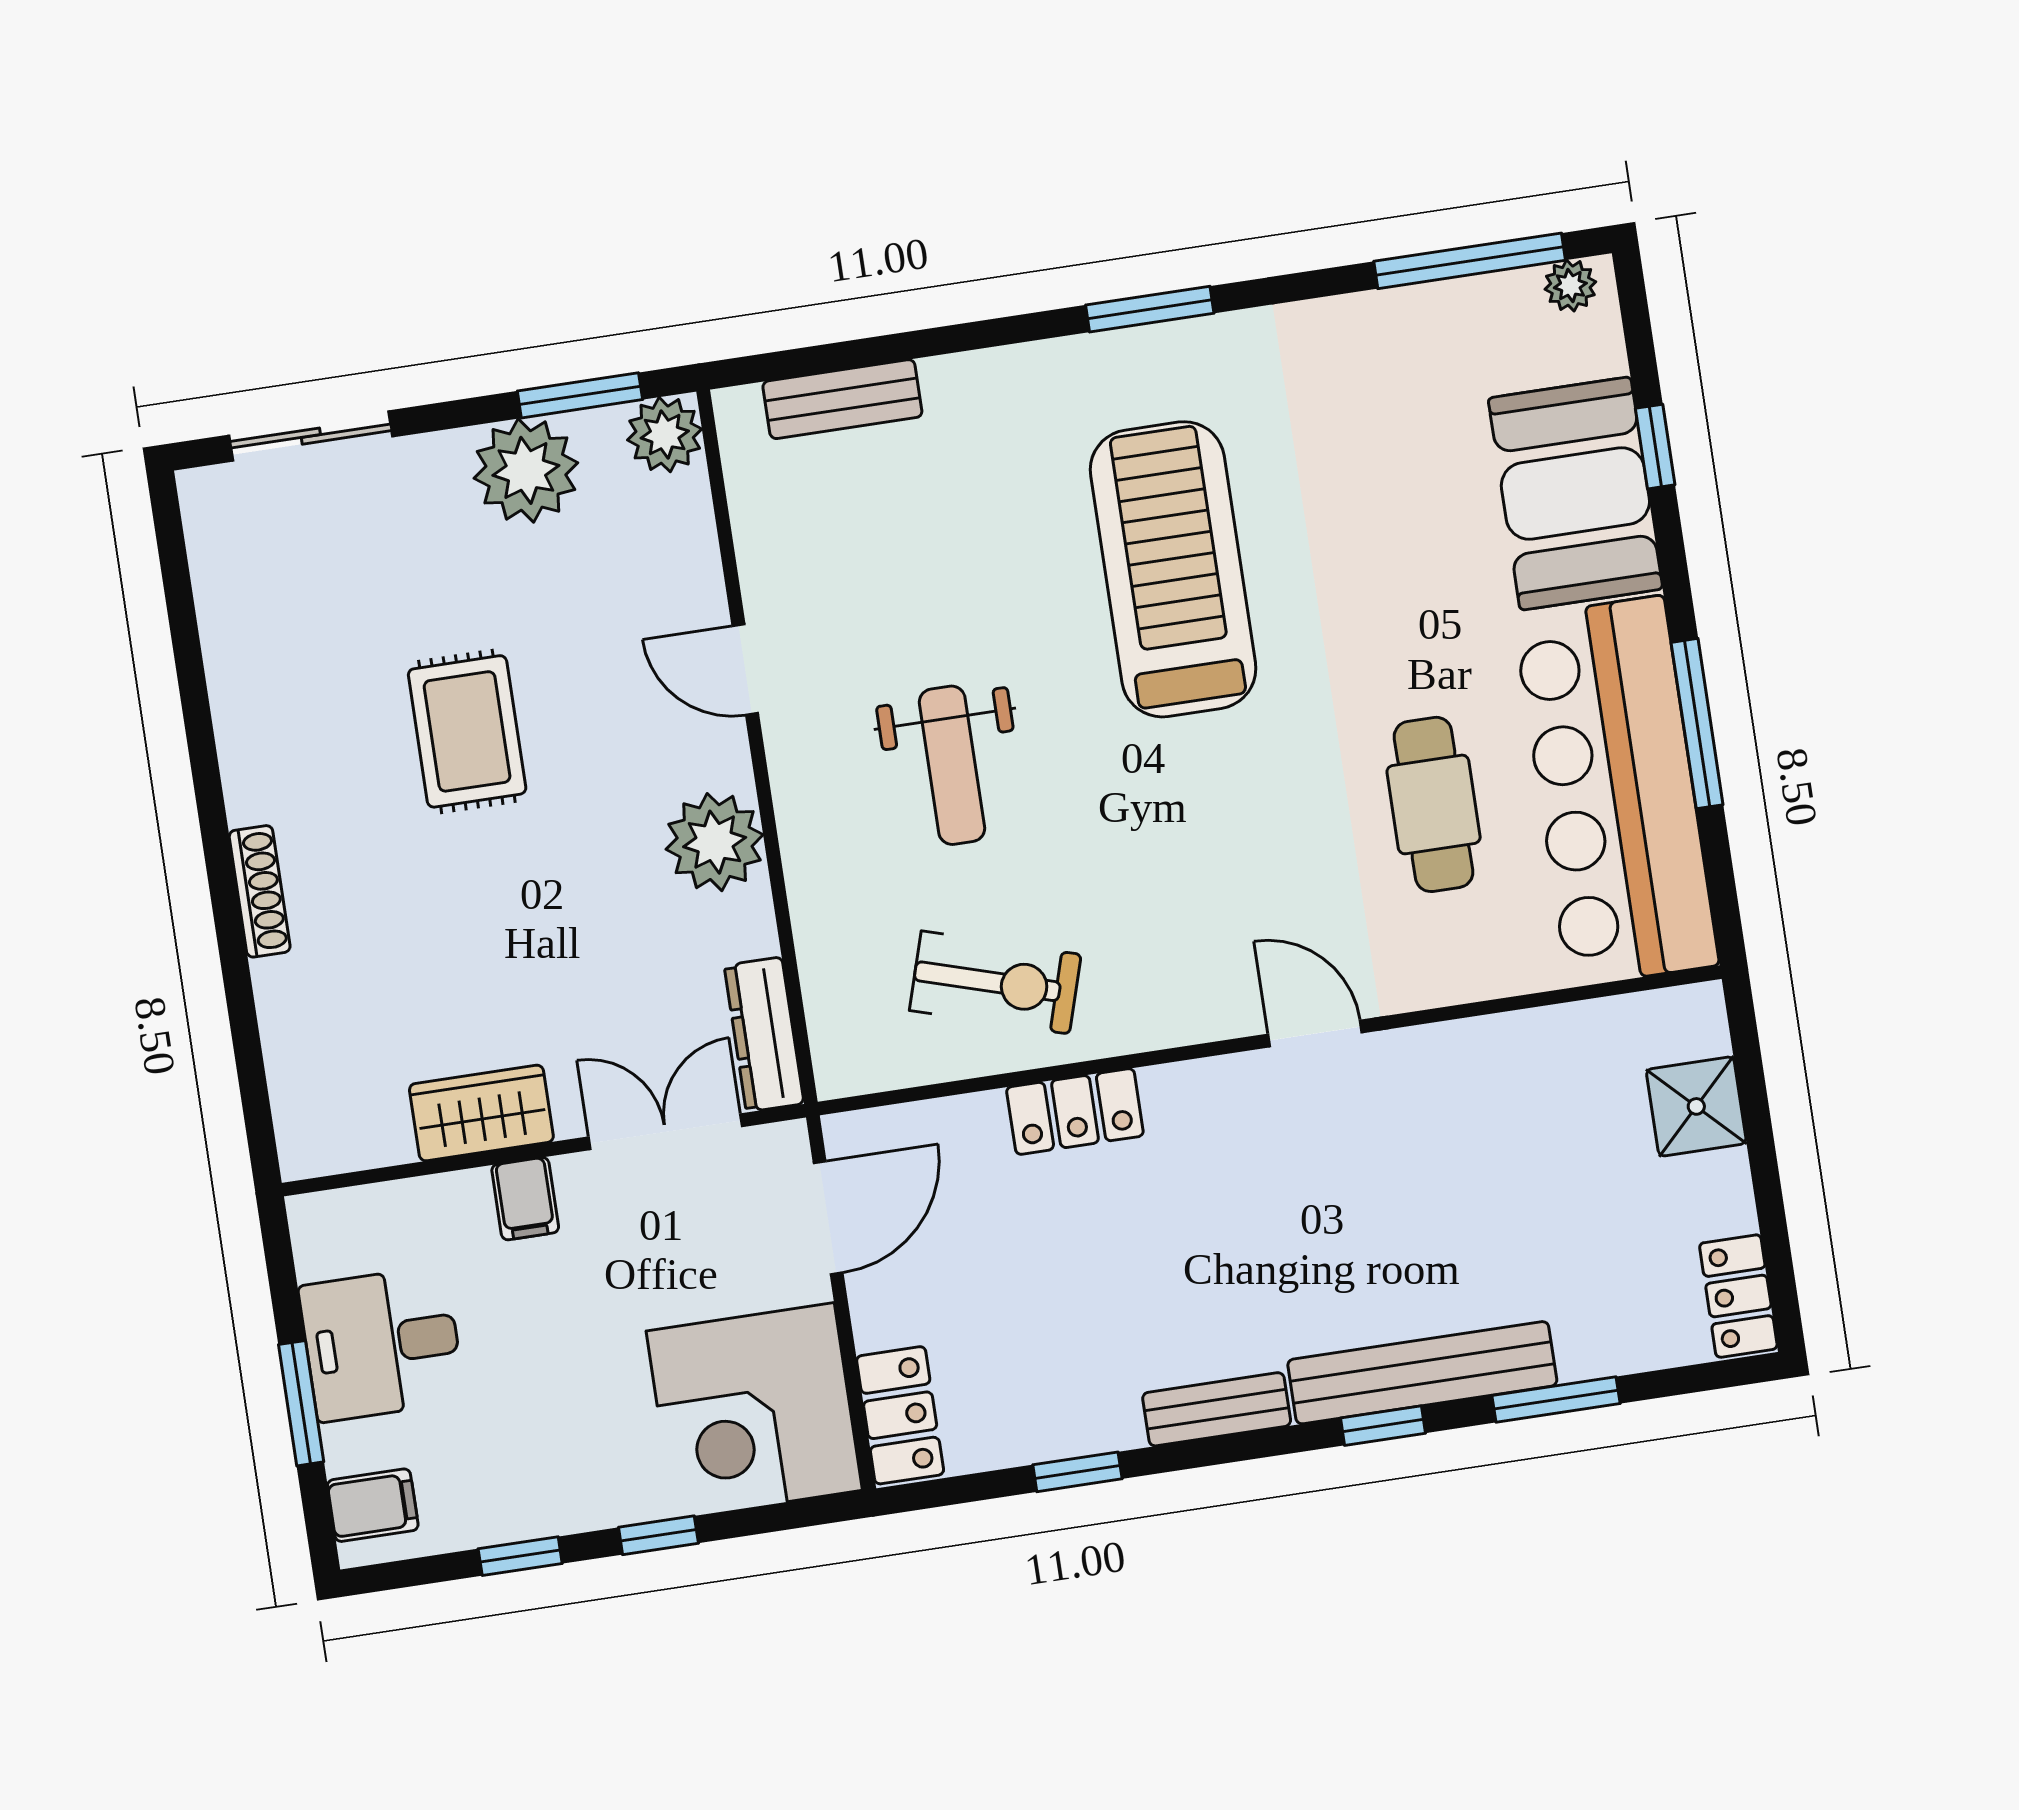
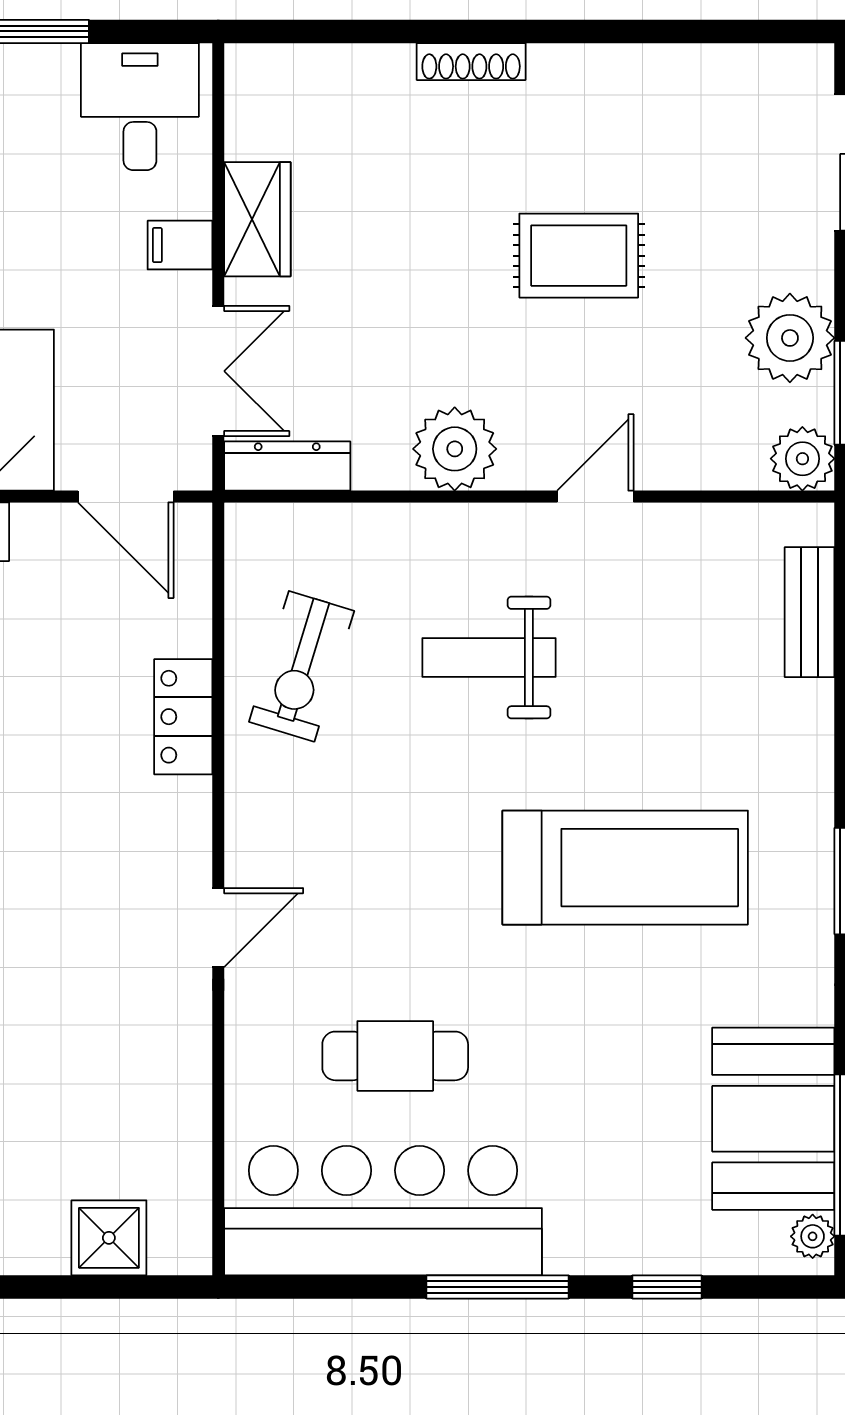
booth: (1575, 493) -> (773, 1119), moved, turned 90
window: (1697, 724) -> (498, 1287), moved
desk: (382, 1344) -> (140, 107), moved

